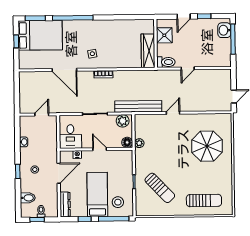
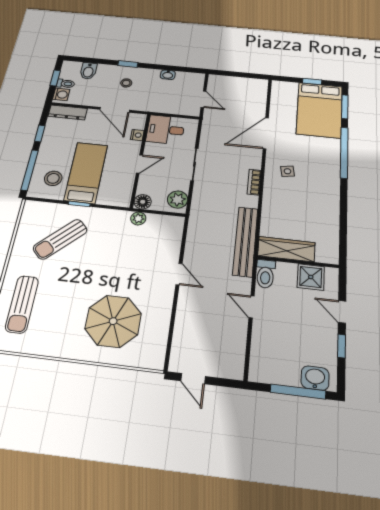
bench: (138, 106) -> (245, 241), moved
bed: (97, 194) -> (86, 173), moved, turned -90
washing machine: (51, 212) -> (61, 94), added

